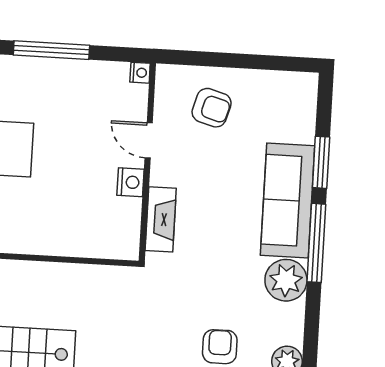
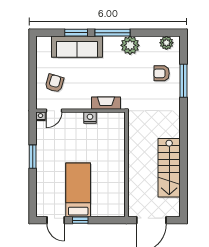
window: (51, 50) -> (33, 157), width x0.69
door: (149, 140) -> (54, 111), moved
sofa: (288, 201) -> (77, 47), moved

